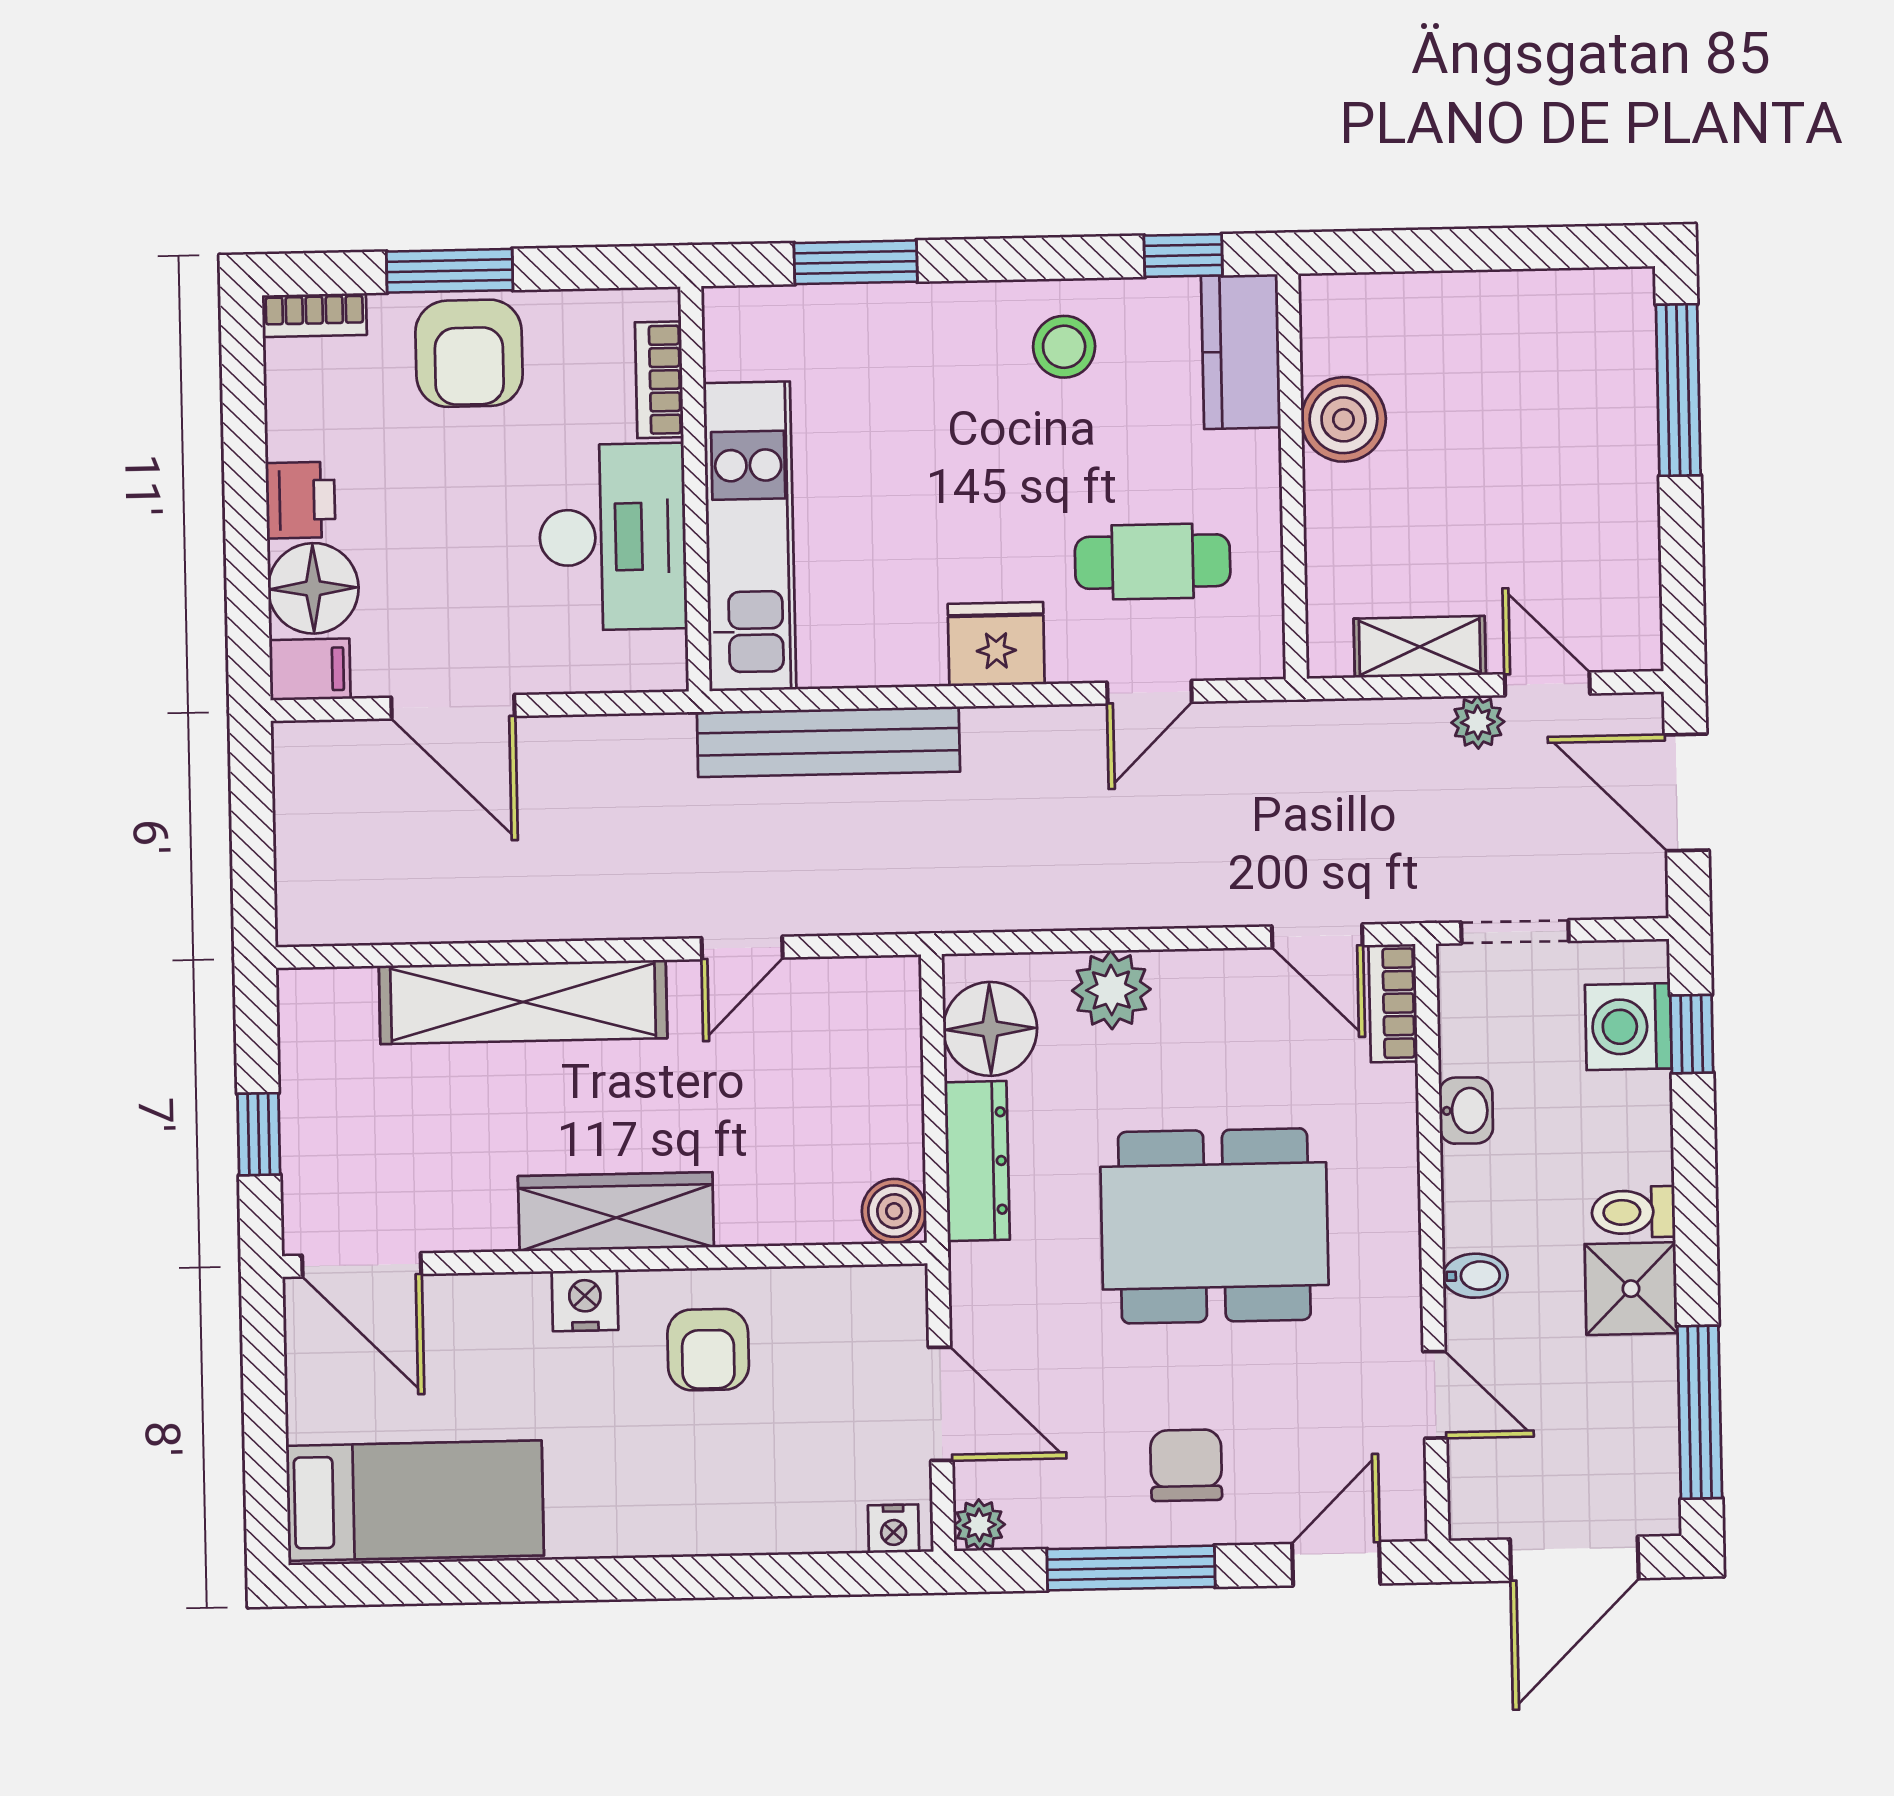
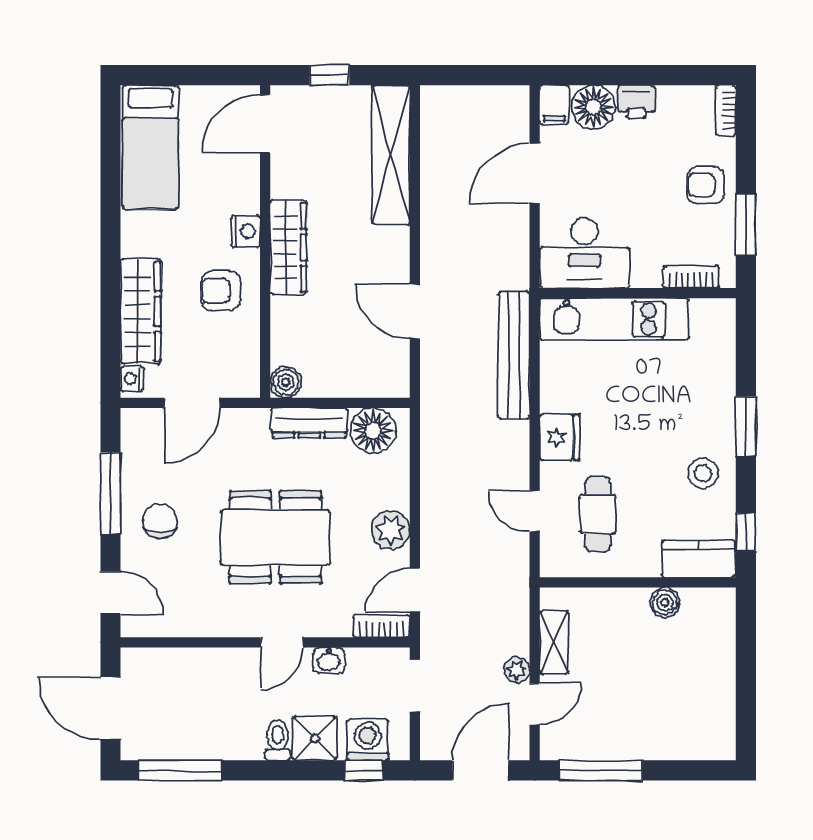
window: (856, 262) -> (746, 426), moved
window: (450, 271) -> (746, 225), moved
armchair: (469, 353) -> (706, 185), width x0.72, depth x0.72
window: (1678, 390) -> (601, 770), moved
boiler: (1343, 419) -> (665, 602), width x0.73, depth x0.73
desk: (613, 537) -> (585, 253), moved
door: (742, 948) -> (415, 311), width x1.38
plant: (1111, 990) -> (391, 530), moved
shelving: (523, 1002) -> (391, 155), moved
dining table: (1214, 1226) -> (275, 537), turned 90
bidet: (1475, 1276) -> (249, 663), removed
shower: (1631, 1289) -> (315, 738), moved
door: (1435, 1395) -> (282, 642), moved
chair: (1186, 1465) -> (160, 521), turned -90
wardrobe: (754, 1513) -> (141, 311), added
plant: (979, 1525) -> (133, 420), removed

